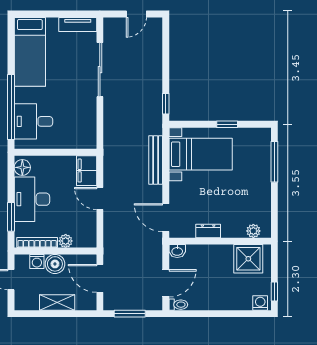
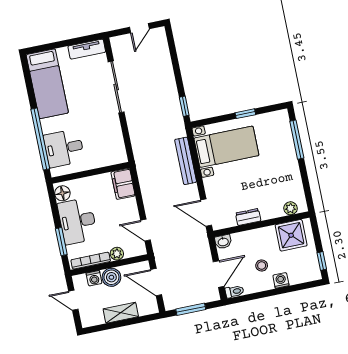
door: (100, 199) -> (146, 230), moved
stool: (212, 284) -> (262, 266), added
washing machine: (260, 303) -> (281, 280), moved

